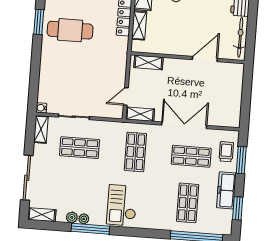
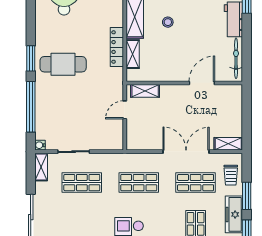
window: (35, 69) -> (31, 107), added
door: (126, 96) -> (125, 110), moved
shelving: (140, 114) -> (228, 144), moved
shop shelf: (135, 152) -> (139, 183), turned 90
trolley: (226, 152) -> (231, 175), turned 180
window: (241, 160) -> (247, 196), moved

